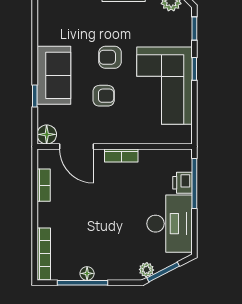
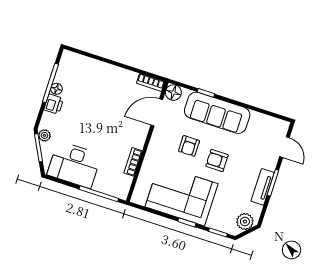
armchair: (110, 57) -> (217, 161), turned -90
sofa: (54, 75) -> (217, 113), width x1.36
bookcase: (121, 155) -> (133, 162), moved
printer: (182, 183) -> (54, 104), moved, turned 90
bookcase: (44, 185) -> (151, 82), moved
bookcase: (44, 254) -> (82, 60), removed

